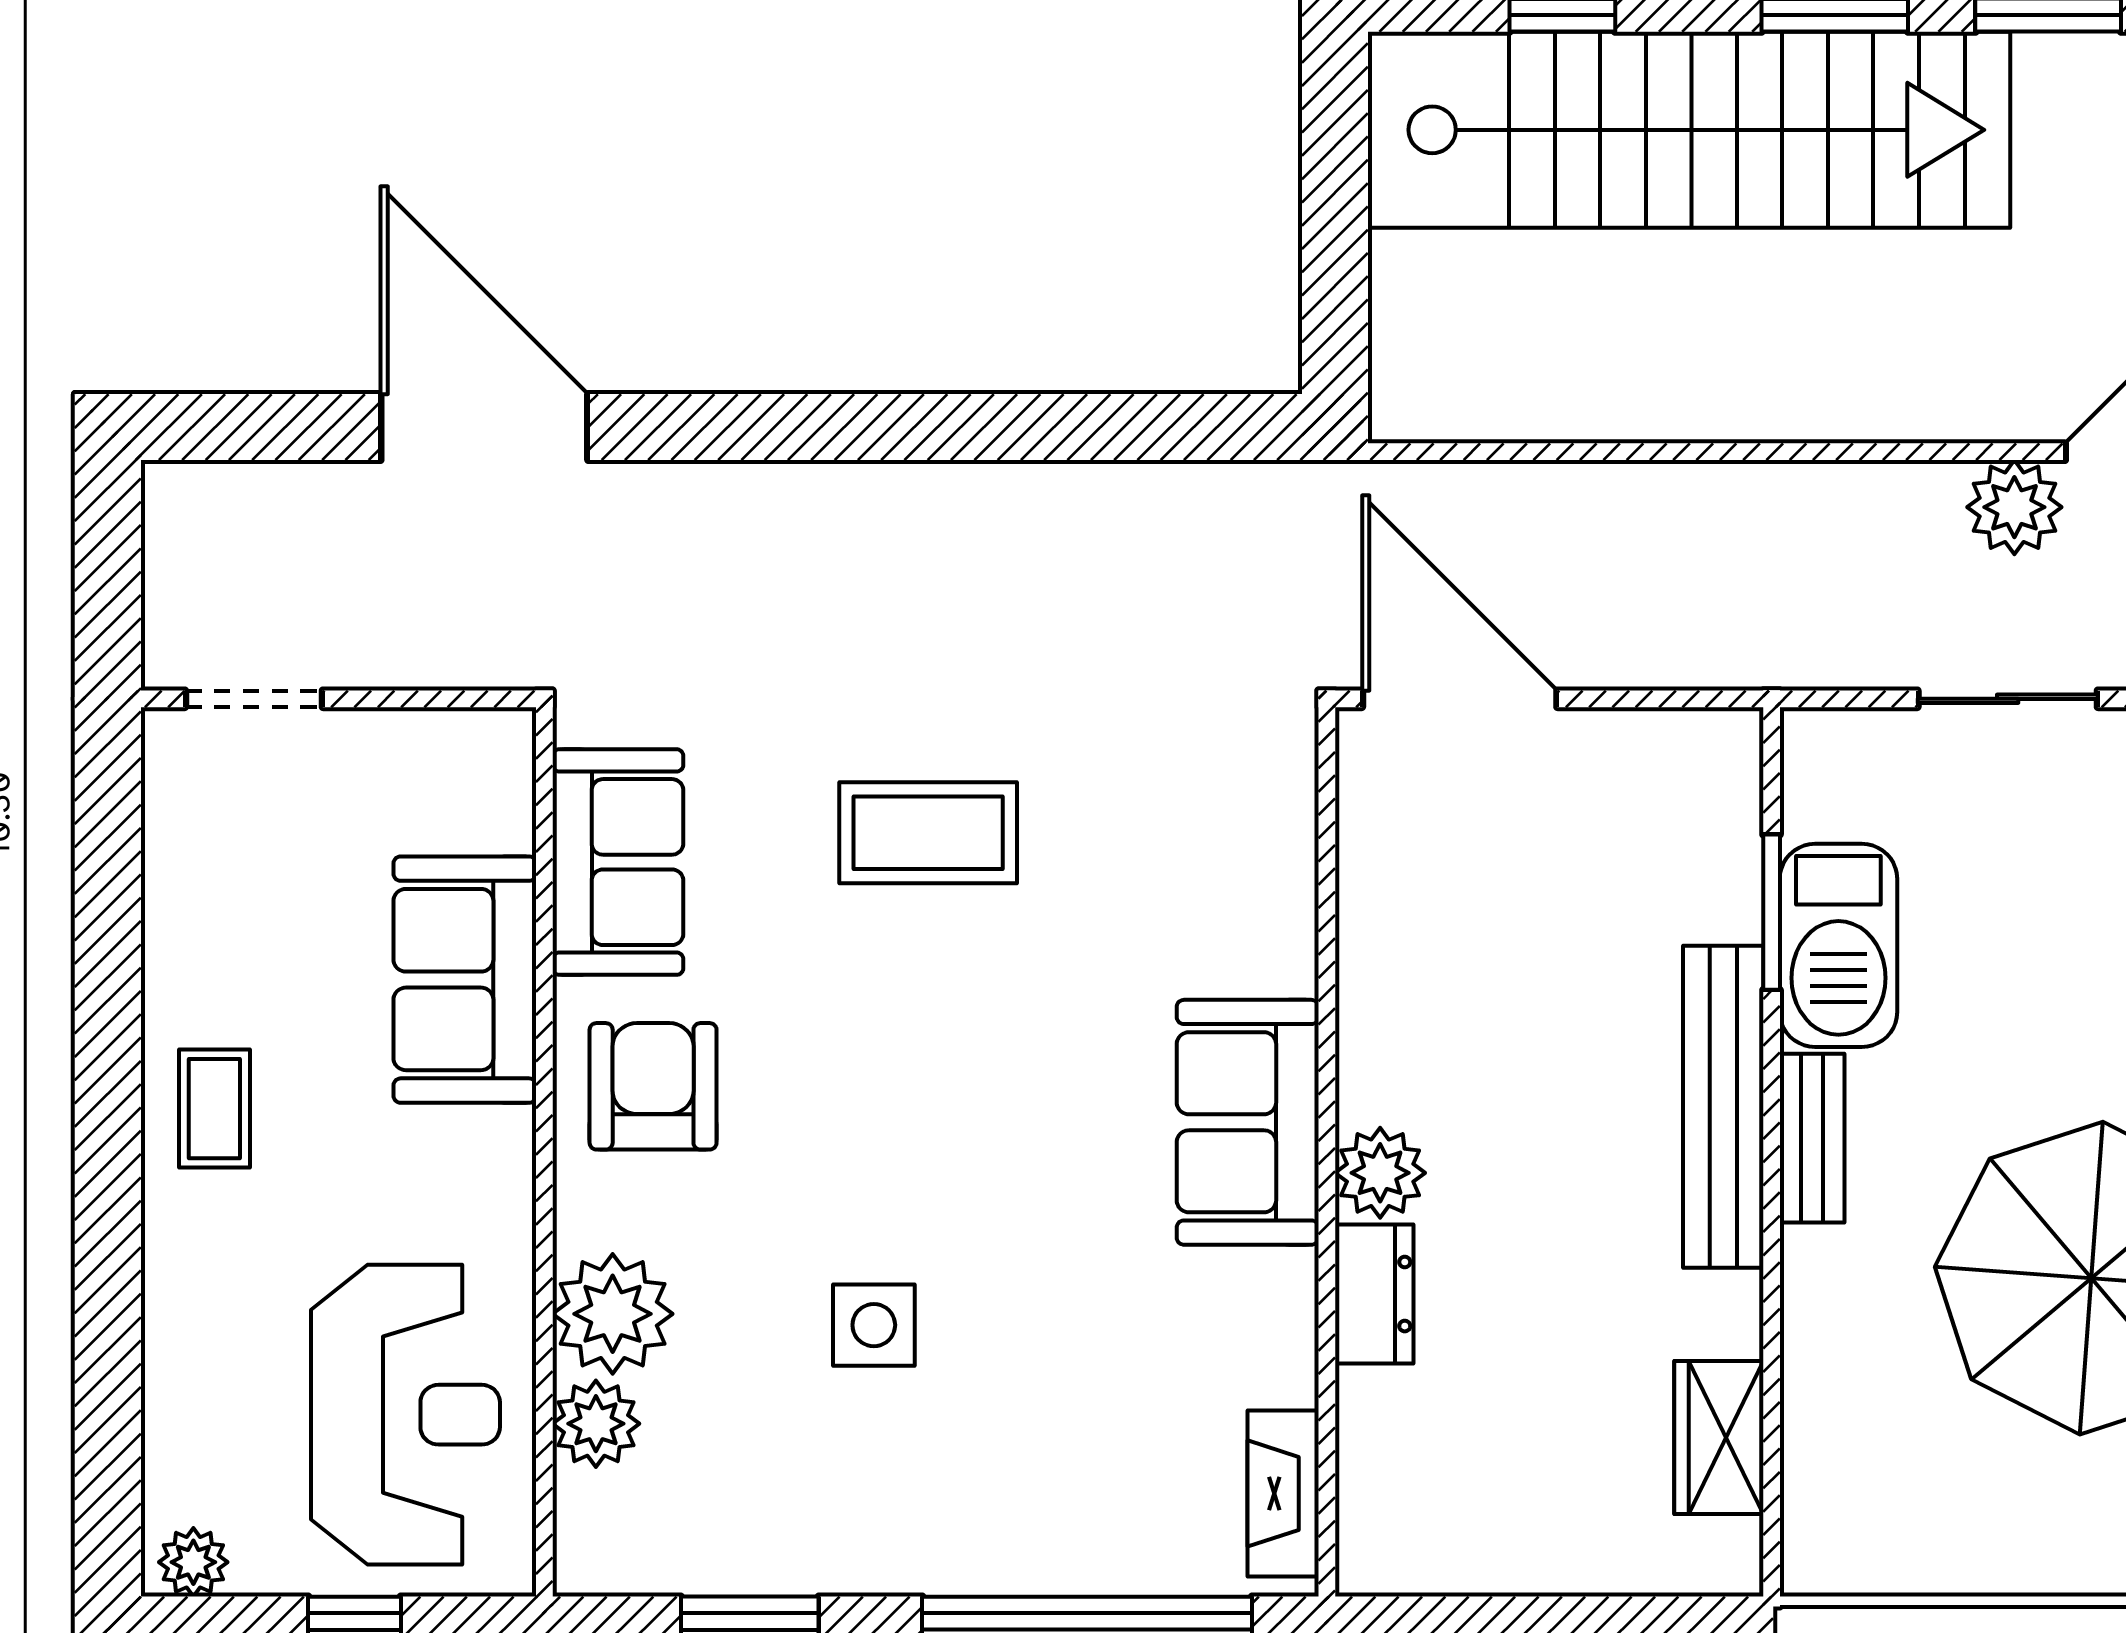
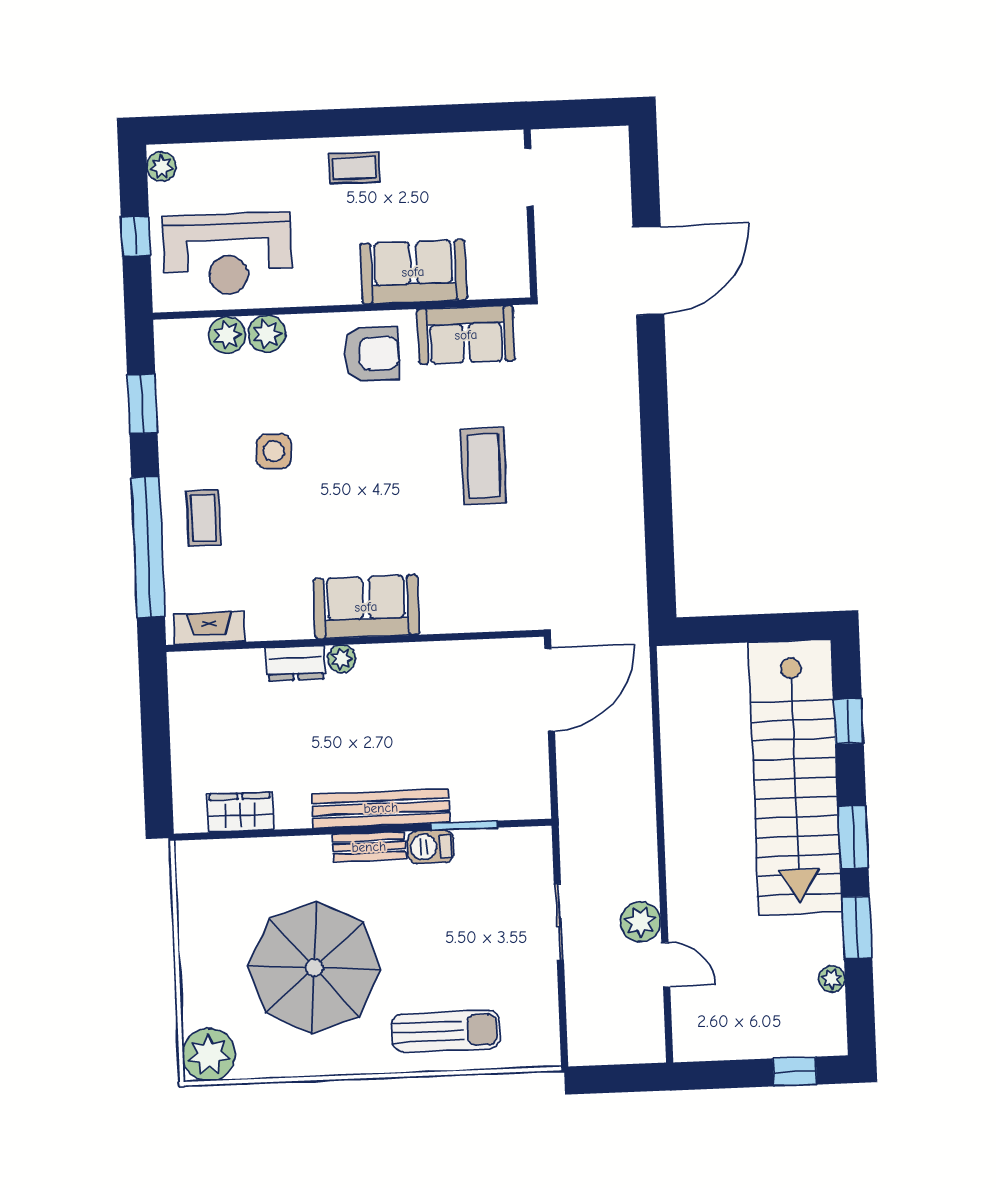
barbecue: (1838, 945) -> (431, 847), width x0.53, depth x0.65
plant: (1380, 1173) -> (342, 659), width x0.73, depth x0.73
plant: (613, 1314) -> (267, 334), width x0.73, depth x0.73
coffee table: (1024, 1496) -> (204, 518), added

